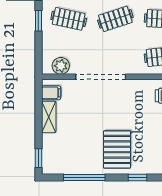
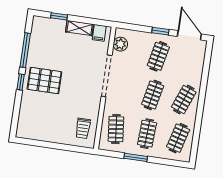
clothes rail: (115, 19) -> (153, 95), turned 30
window: (38, 158) -> (59, 16), moved
window: (138, 177) -> (21, 82), moved

